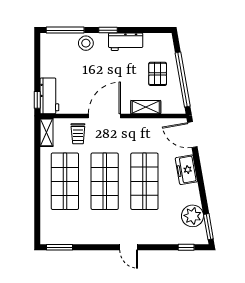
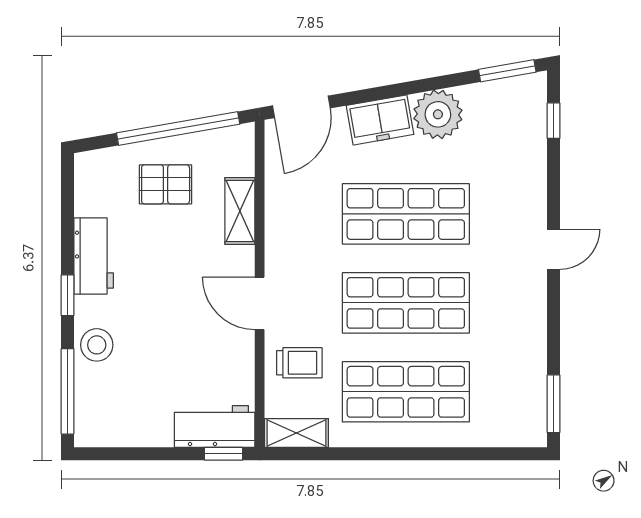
door: (104, 116) -> (260, 303), width x0.73
plant: (192, 216) -> (438, 114), moved

